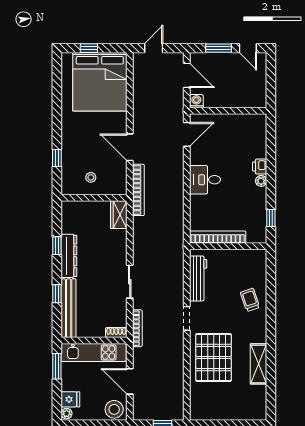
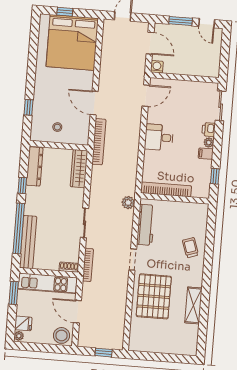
sliding door: (271, 139) -> (221, 106), added
filing cabinet: (259, 194) -> (206, 154), added
wardrobe: (119, 215) -> (79, 169), width x1.50
plant: (177, 255) -> (128, 203), added
dresser: (69, 256) -> (35, 166), moved
window: (57, 294) -> (19, 228), width x3.17

